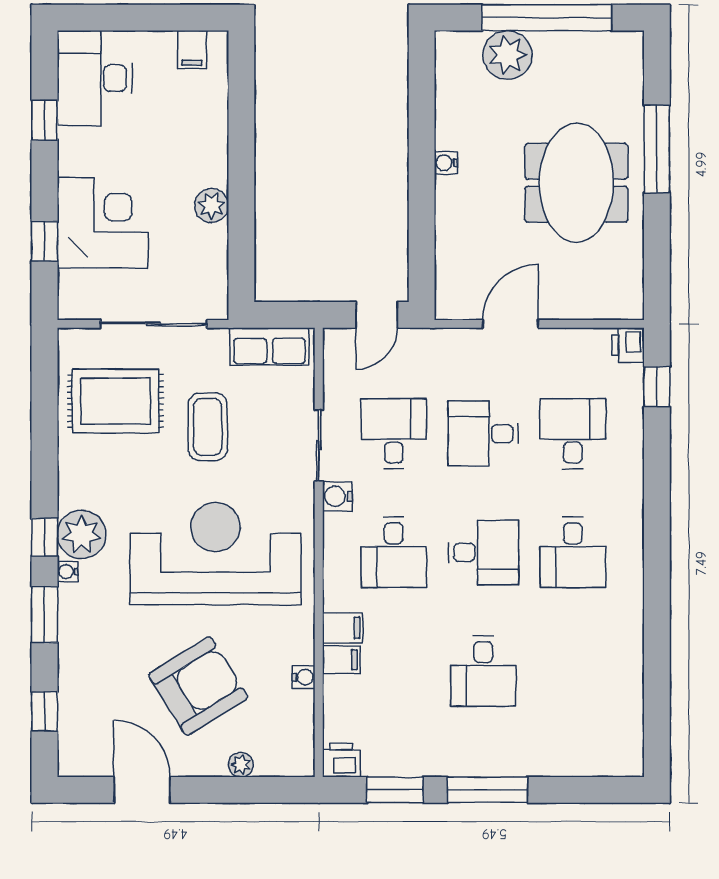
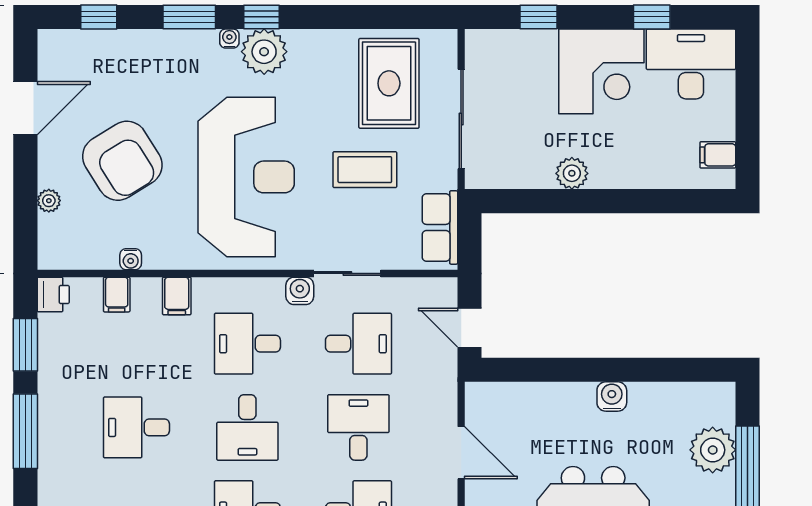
water cooler: (446, 163) -> (612, 396), width x1.38, depth x1.38
corner desk: (103, 223) -> (601, 71), moved
filing cabinet: (341, 660) -> (117, 295), moved

